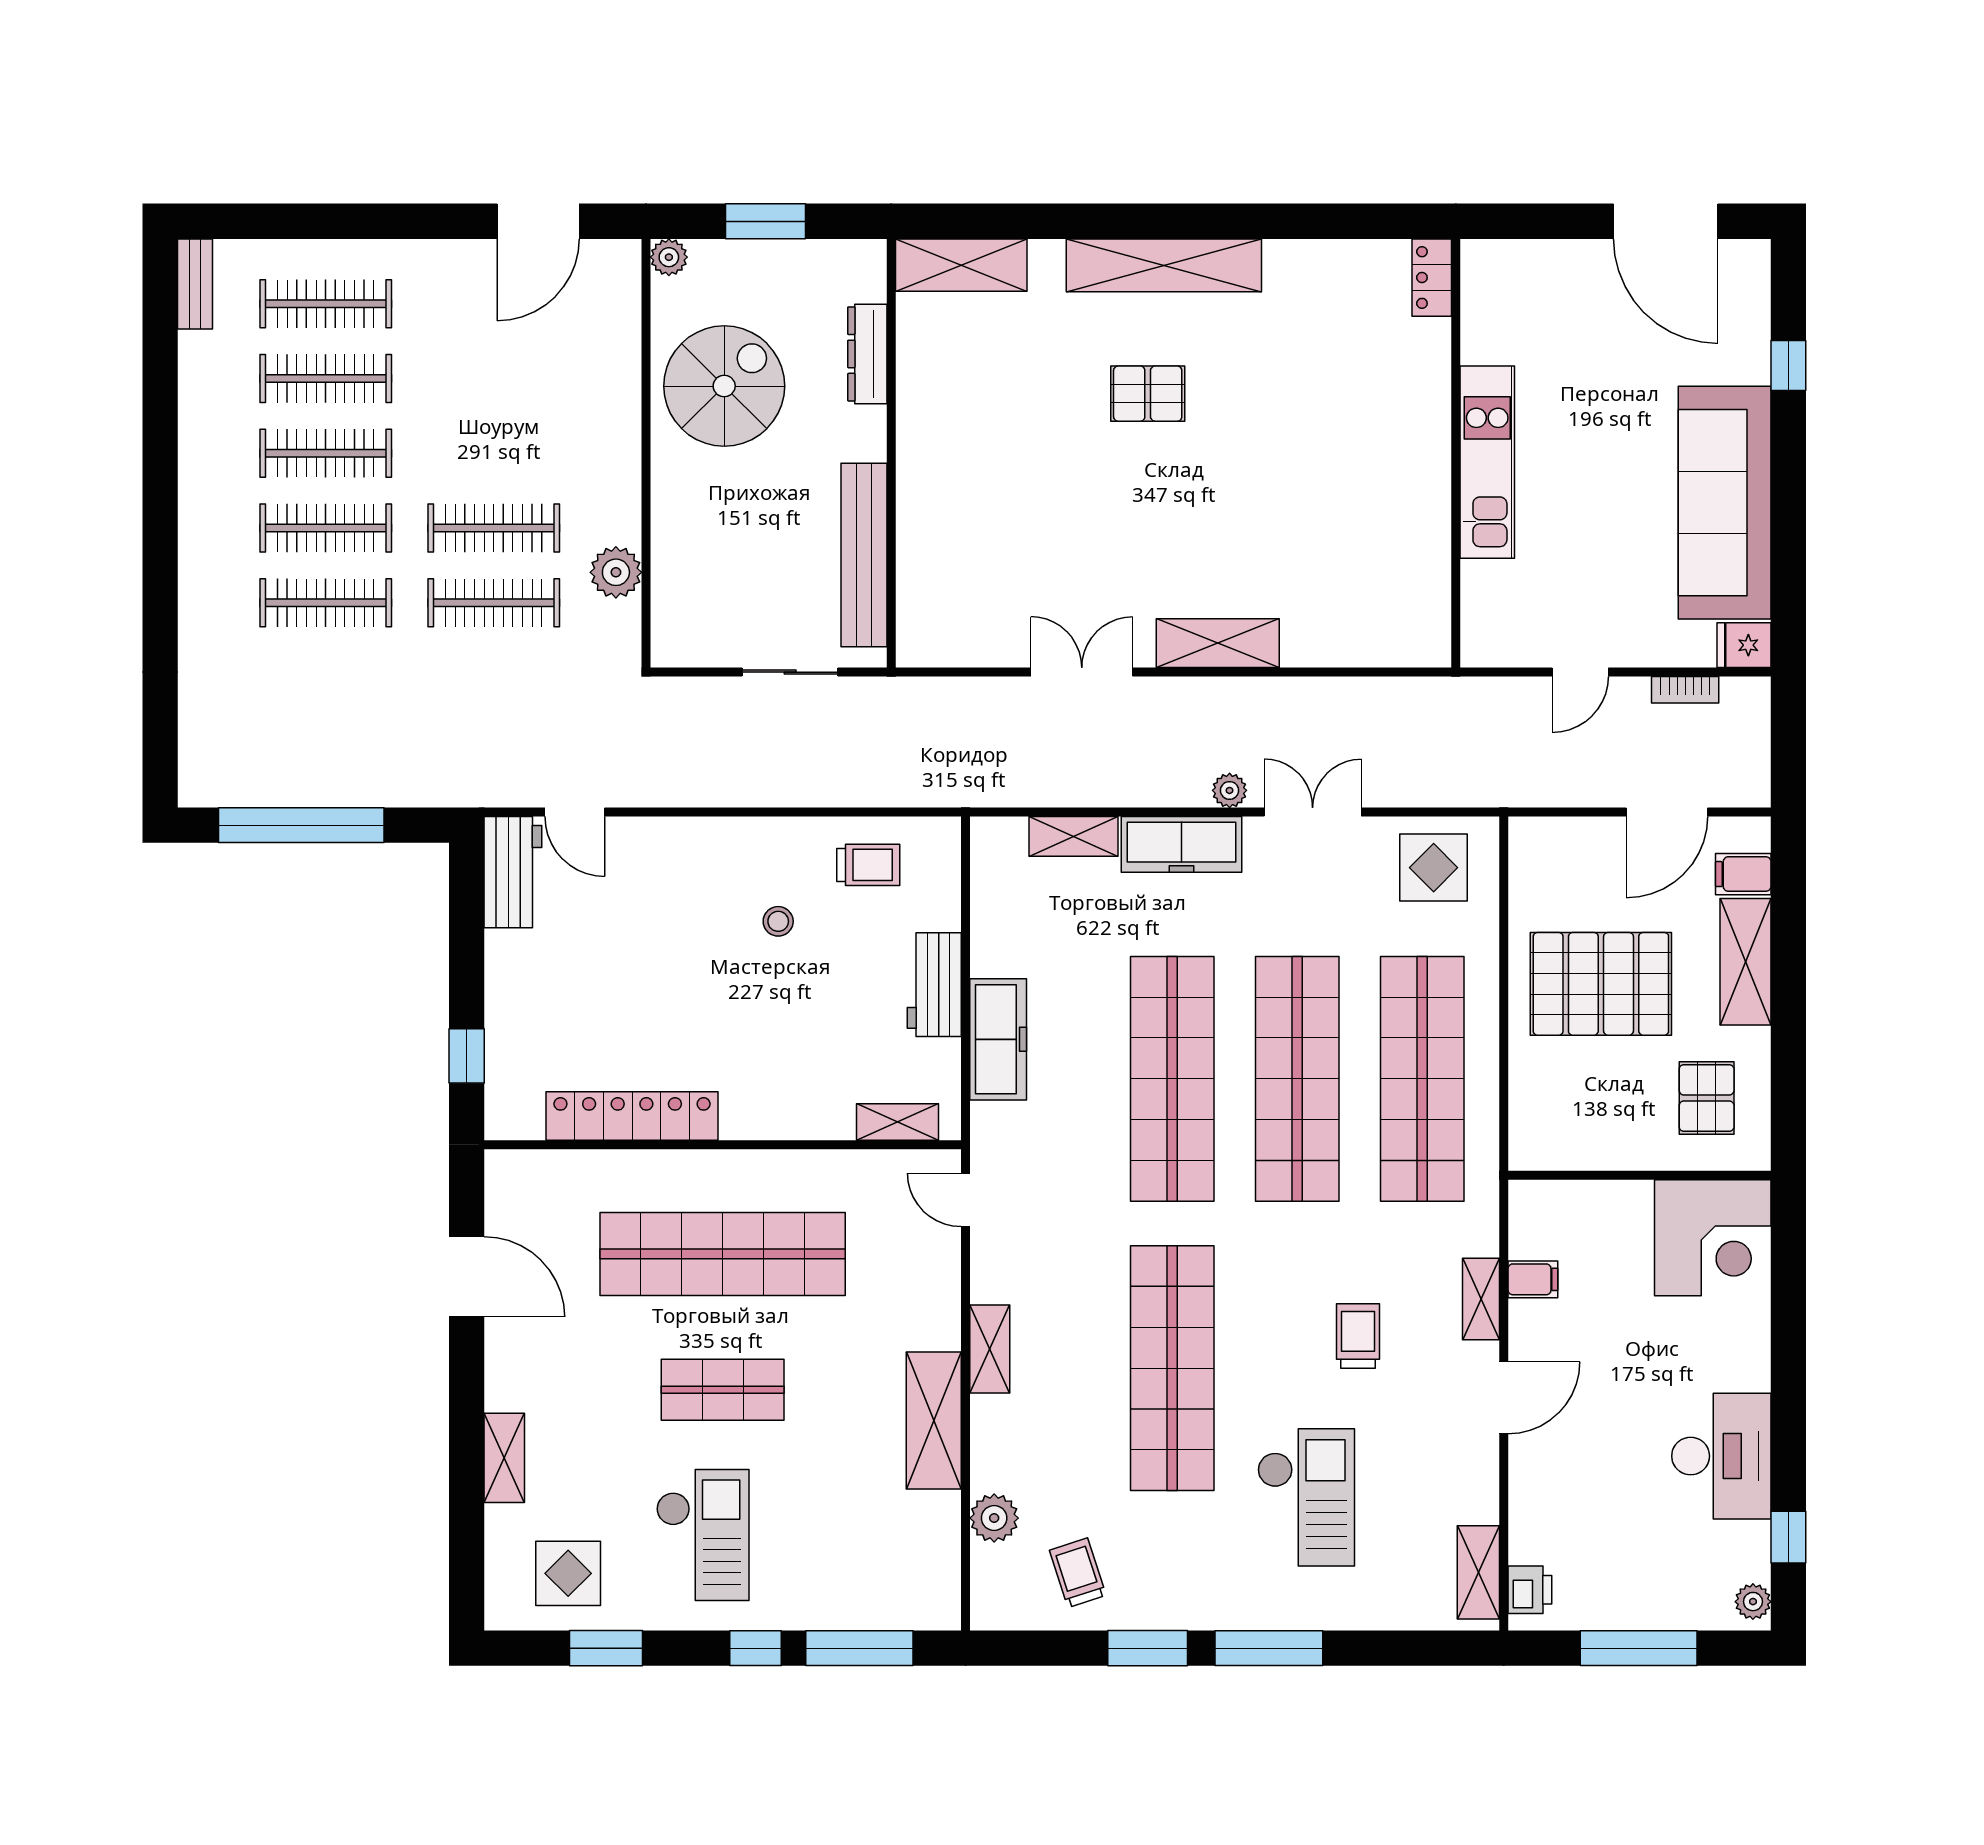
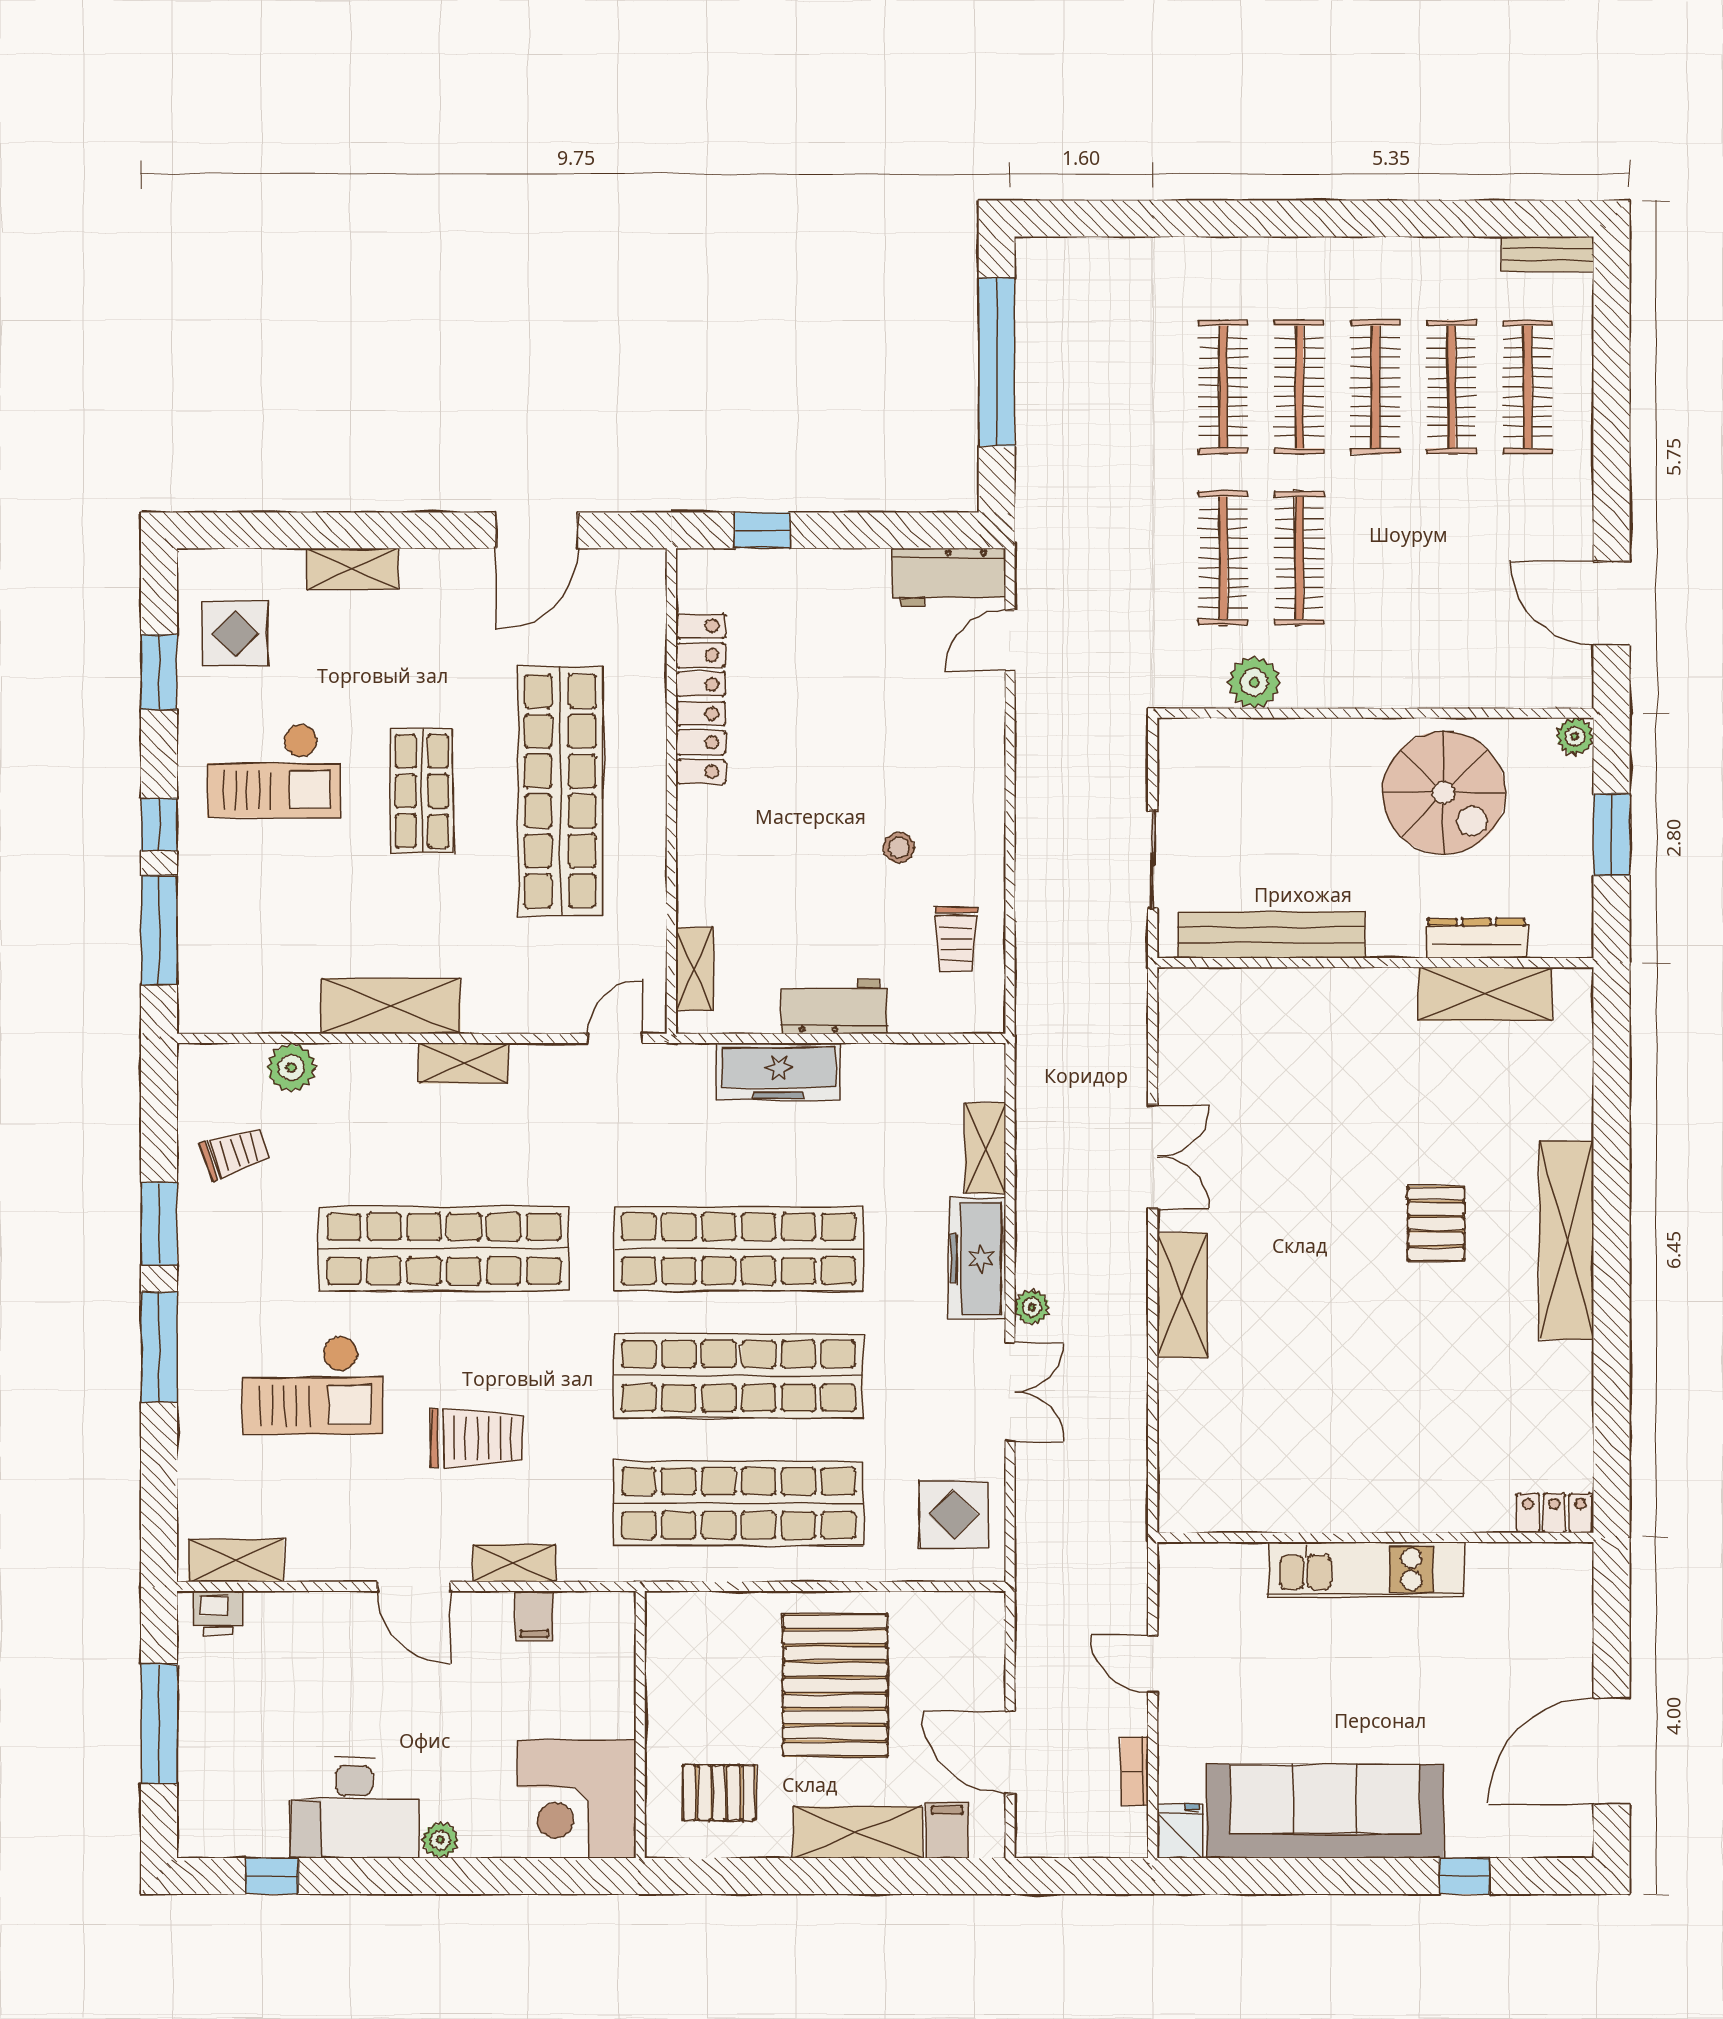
shelving: (961, 265) -> (1485, 994), moved, turned 90
trolley: (1358, 1336) -> (477, 1438), width x1.36, depth x1.39
plant: (1753, 1602) -> (440, 1840), moved

